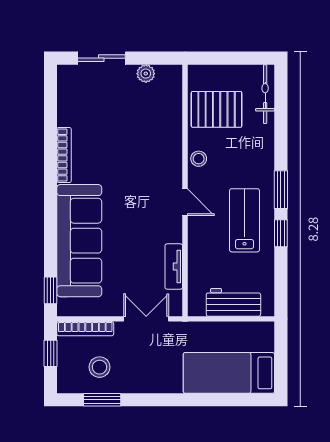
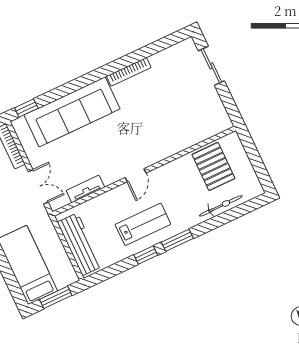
plant: (146, 74) -> (215, 103), removed
bicycle: (265, 94) -> (221, 206), moved
stool: (199, 159) -> (172, 170), removed
workbench: (233, 302) -> (80, 244), width x1.38
window: (281, 358) -> (56, 297), added

